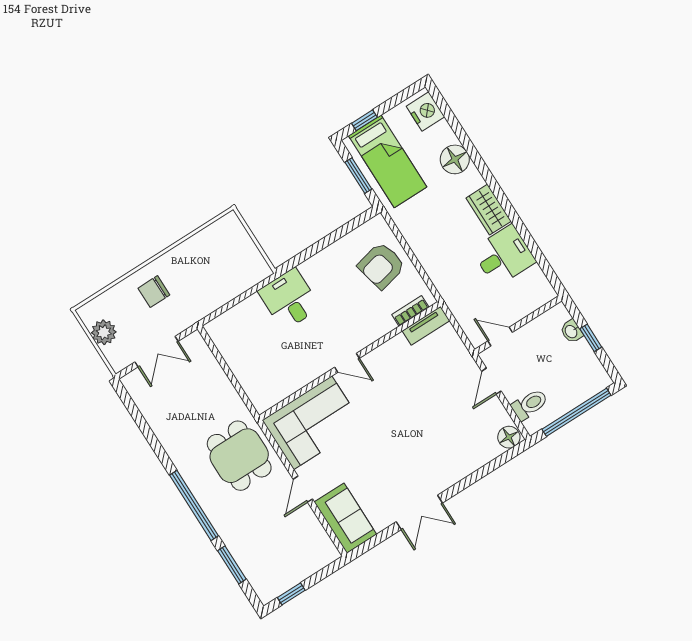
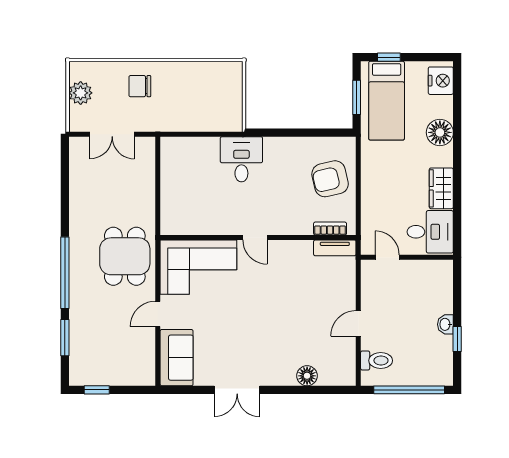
wall: (518, 325) -> (407, 257), moved
door: (500, 337) -> (387, 257), moved
floor lamp: (509, 437) -> (307, 376), moved

